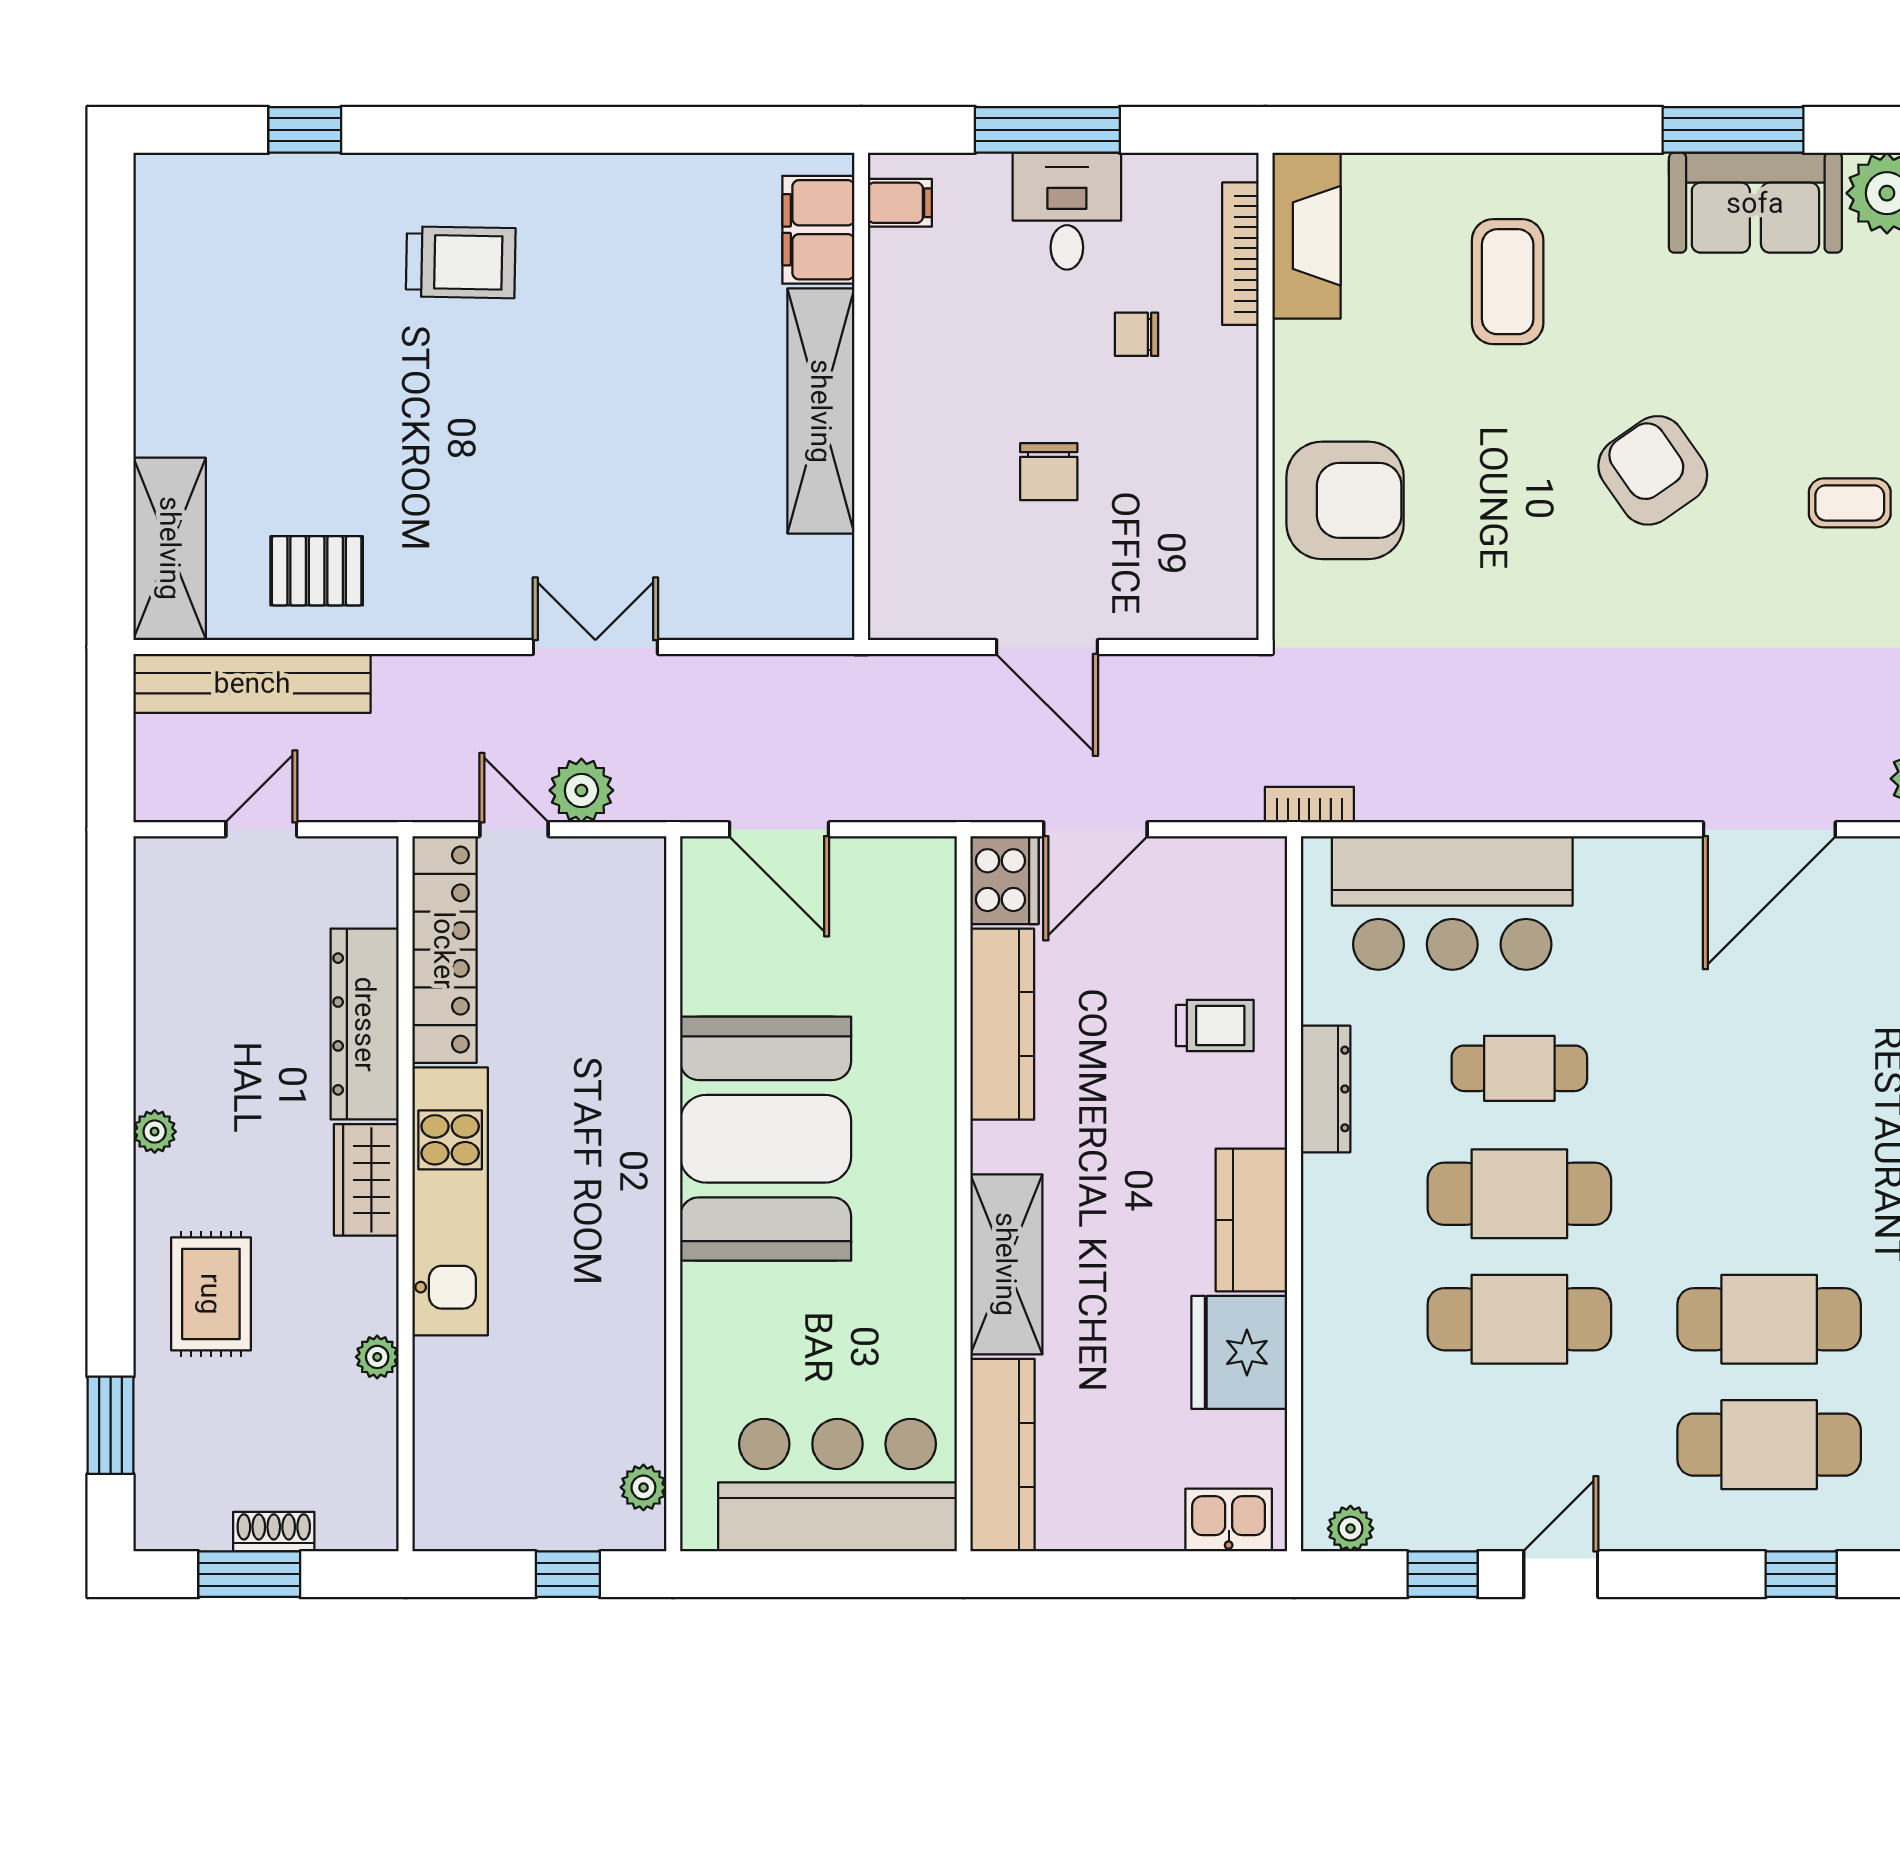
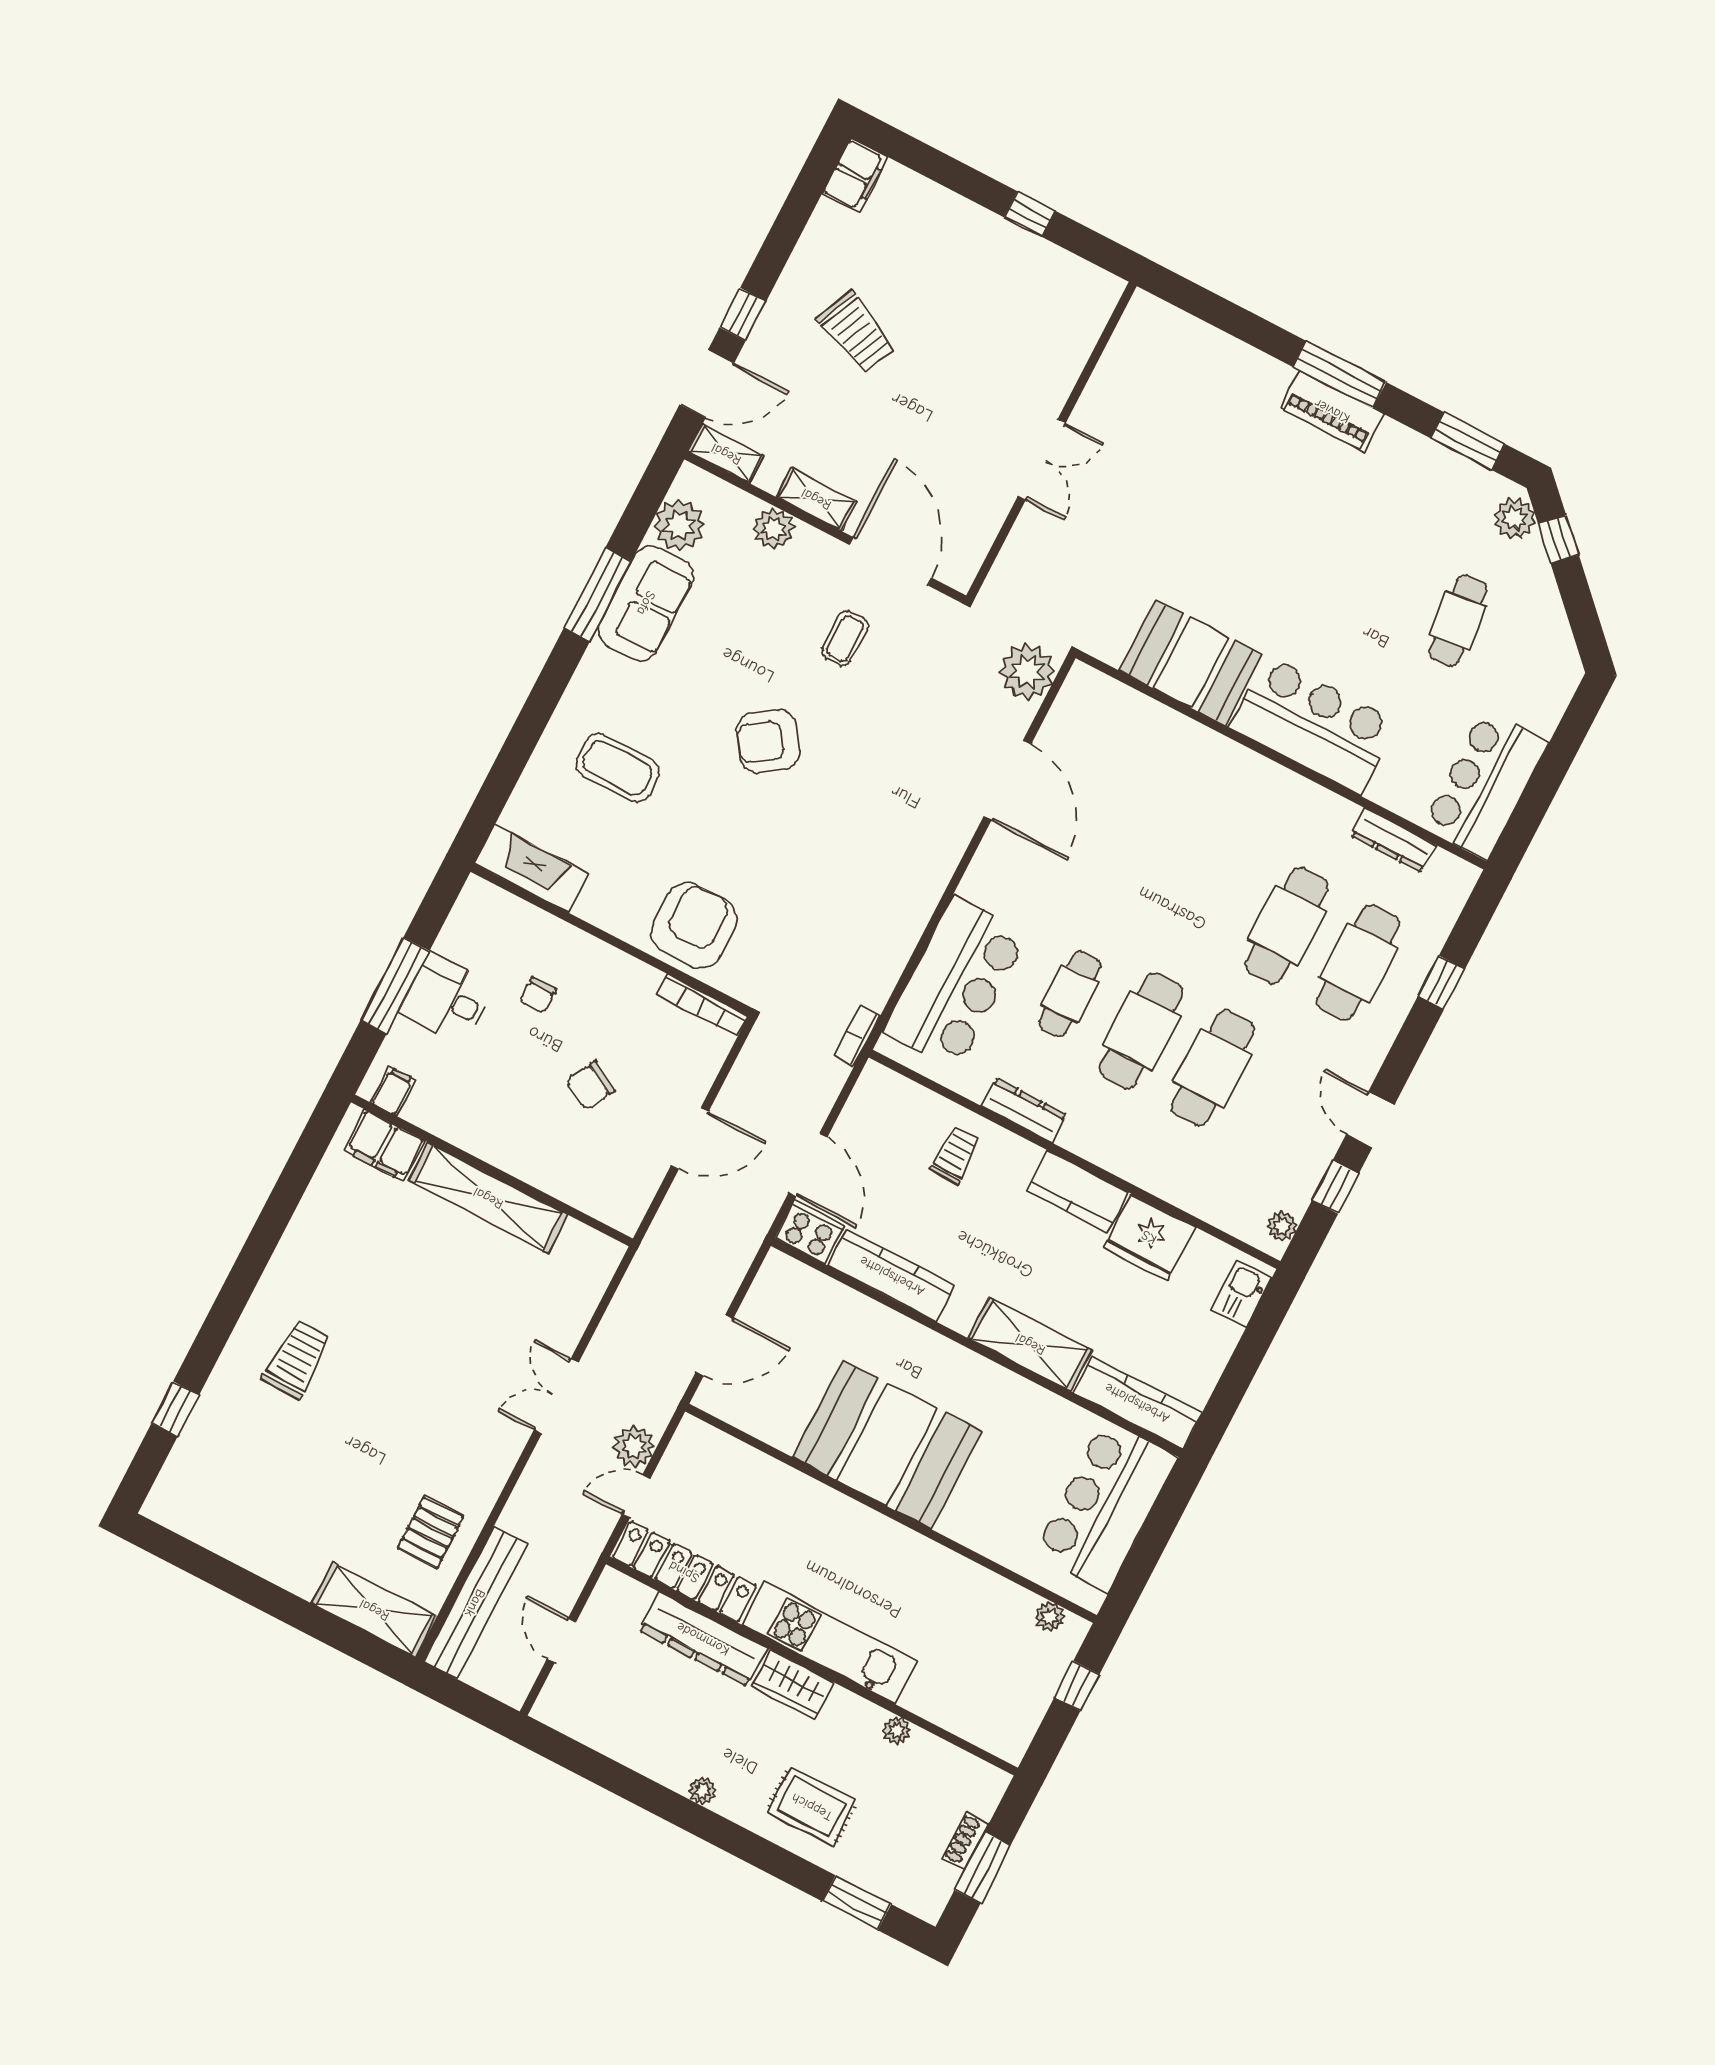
bookcase: (1240, 254) -> (702, 1005), moved
chair: (1049, 472) -> (590, 1086), turned 119

